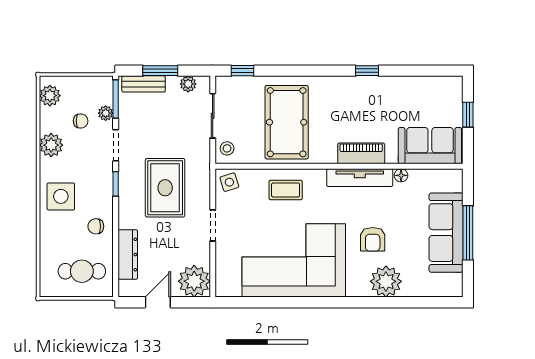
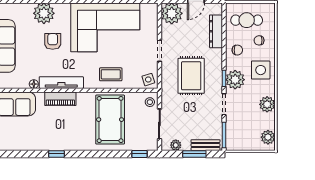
plant: (106, 113) -> (235, 80), moved, width x1.88, depth x1.88
chair: (81, 121) -> (259, 40), moved

